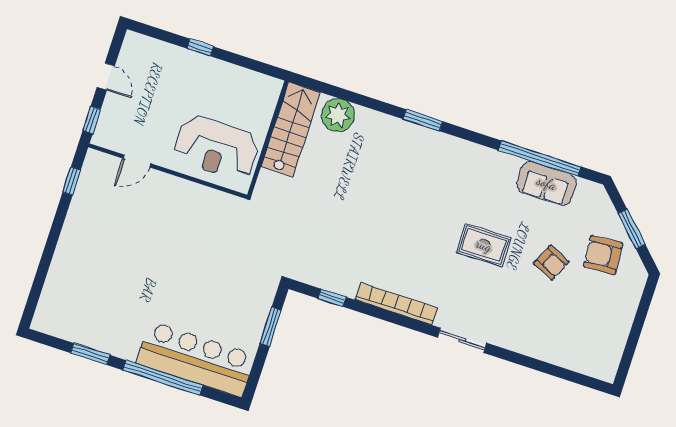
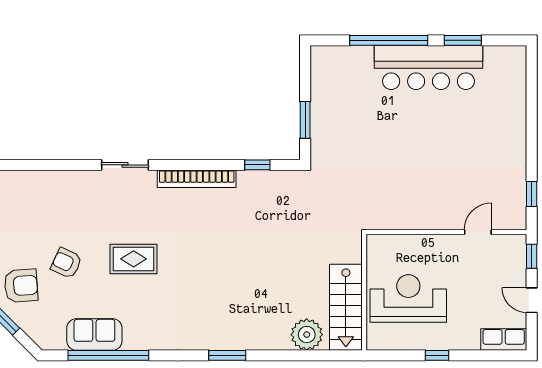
row of seats: (146, 47) -> (504, 340), added
window: (200, 47) -> (437, 355), moved
reception desk: (216, 148) -> (408, 299), moved
bar counter: (196, 359) -> (429, 68), moved

